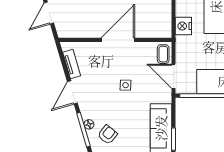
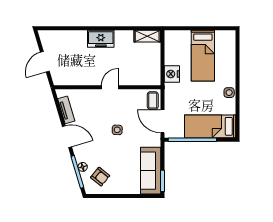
door: (118, 40) -> (110, 87), width x0.53
door: (72, 92) -> (67, 137), swing flipped
armchair: (107, 135) -> (100, 177), turned 90

